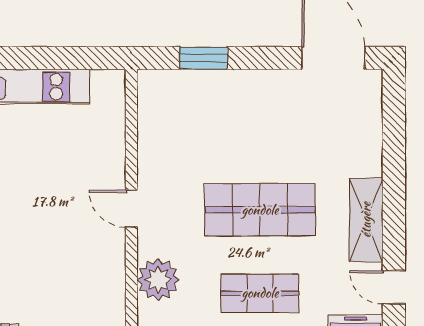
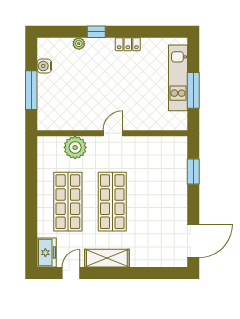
window: (51, 58) -> (193, 90), added
shop shelf: (260, 293) -> (68, 202), width x1.43, depth x1.36

